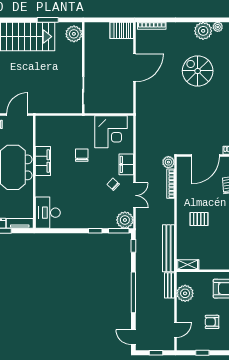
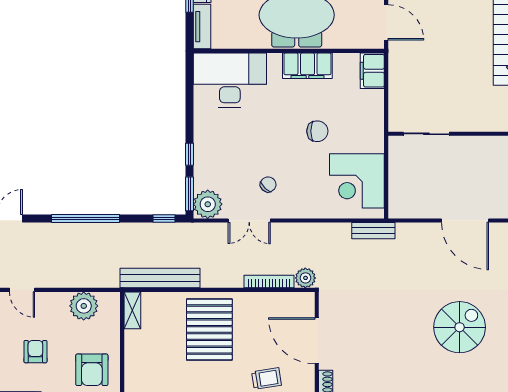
filing cabinet: (126, 164) -> (372, 71), moved, turned -90
desk: (48, 213) -> (230, 80), width x1.36, depth x1.30
pallet: (199, 219) -> (209, 330), width x2.05, depth x2.00
bench: (170, 285) -> (373, 231), moved

